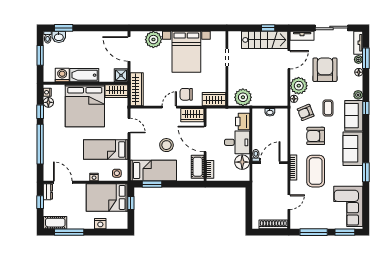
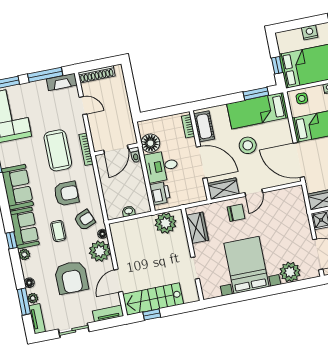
sliding door: (332, 28) -> (74, 330), width x0.73
wardrobe: (137, 89) -> (298, 207), removed
wardrobe: (214, 99) -> (197, 228), moved, turned -90
door: (129, 126) -> (299, 160), width x1.88
door: (289, 202) -> (83, 106), swing flipped
fireplace: (302, 224) -> (62, 82), added

